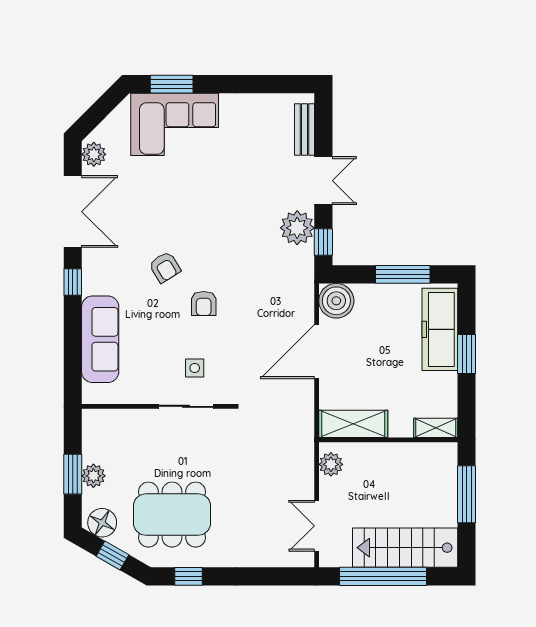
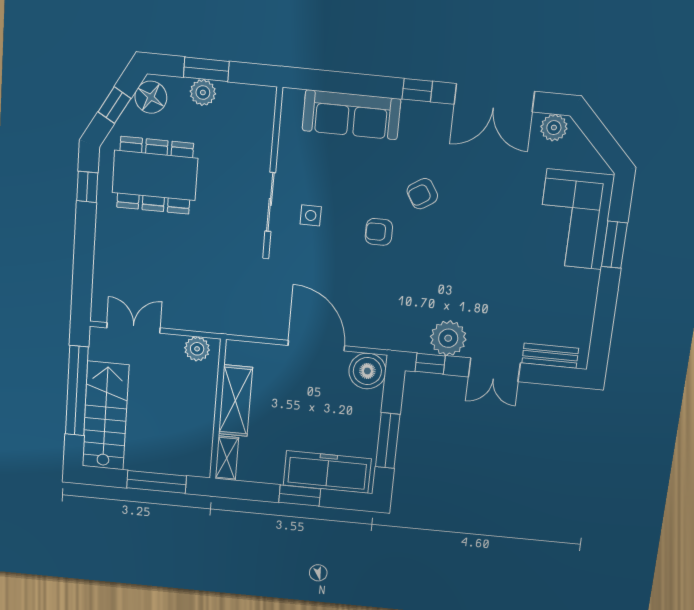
window: (172, 84) -> (614, 245), moved
shelving: (353, 424) -> (235, 401), moved
dining table: (172, 515) -> (155, 175), turned 90

